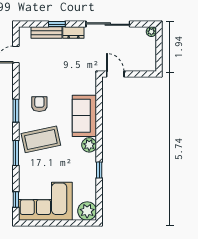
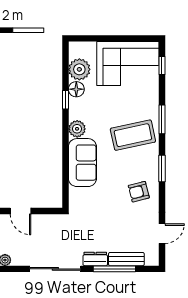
window: (57, 24) -> (114, 269), width x2.17
door: (115, 74) -> (20, 211), moved
armchair: (39, 104) -> (139, 192), moved, turned 76
floor lamp: (90, 179) -> (76, 89), added
plant: (87, 211) -> (79, 69), moved

